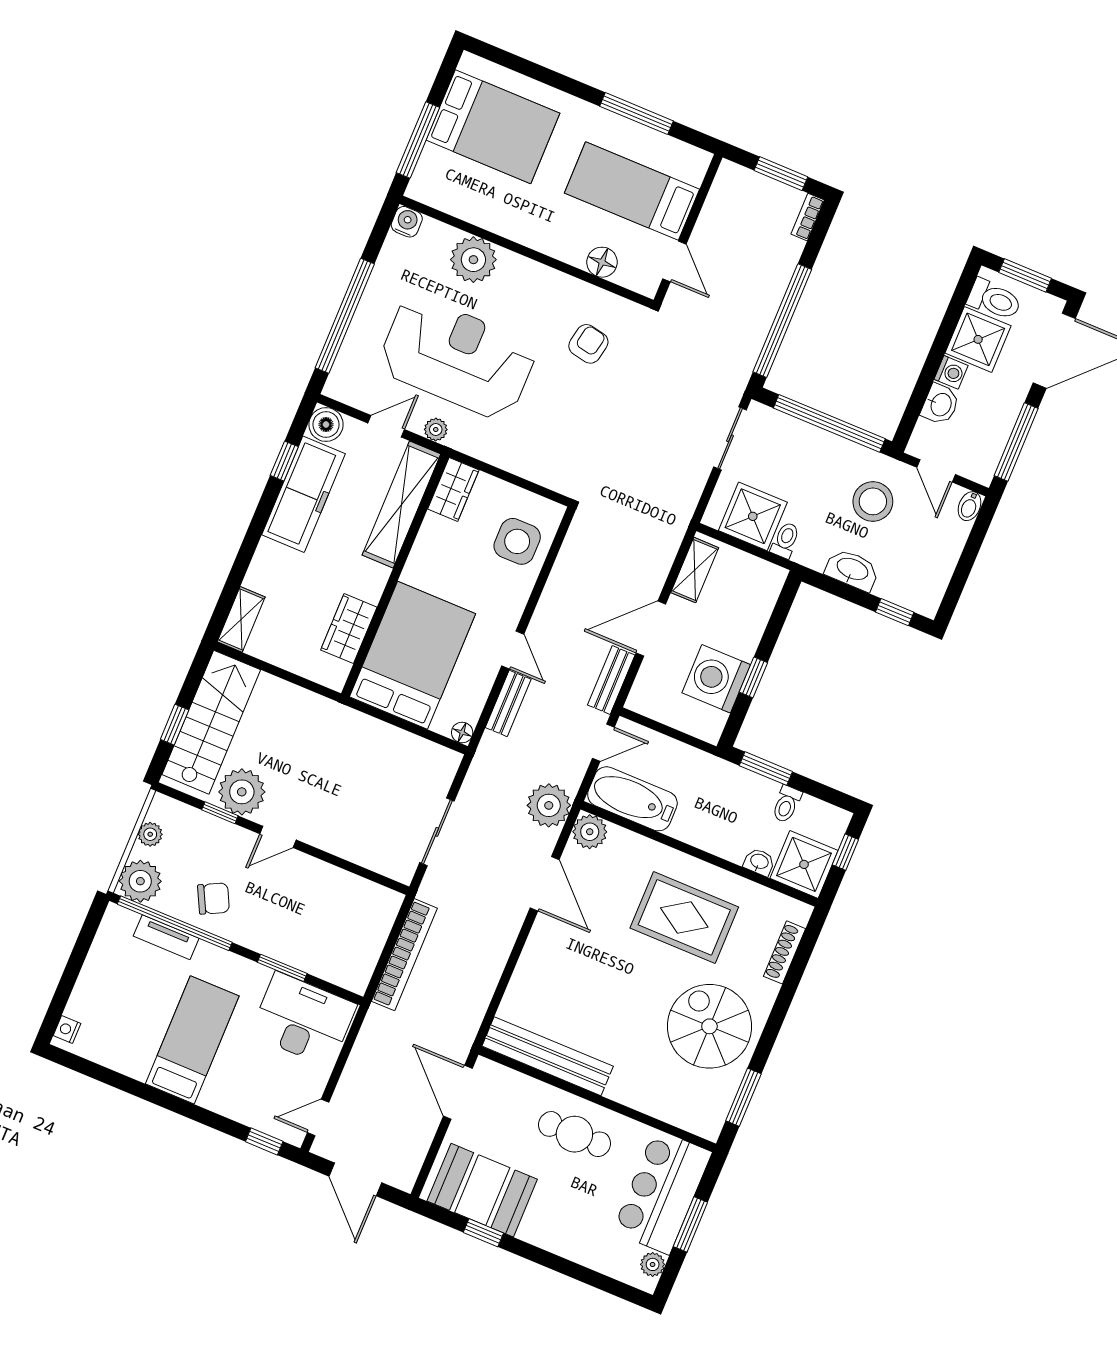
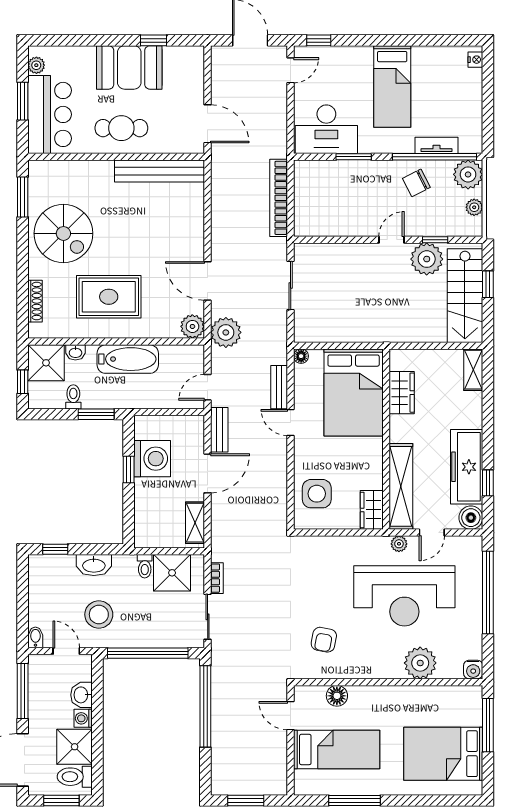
bookcase: (808, 217) -> (217, 578), moved
bathtub: (632, 799) -> (128, 359), moved
booth: (482, 1190) -> (129, 67), moved

